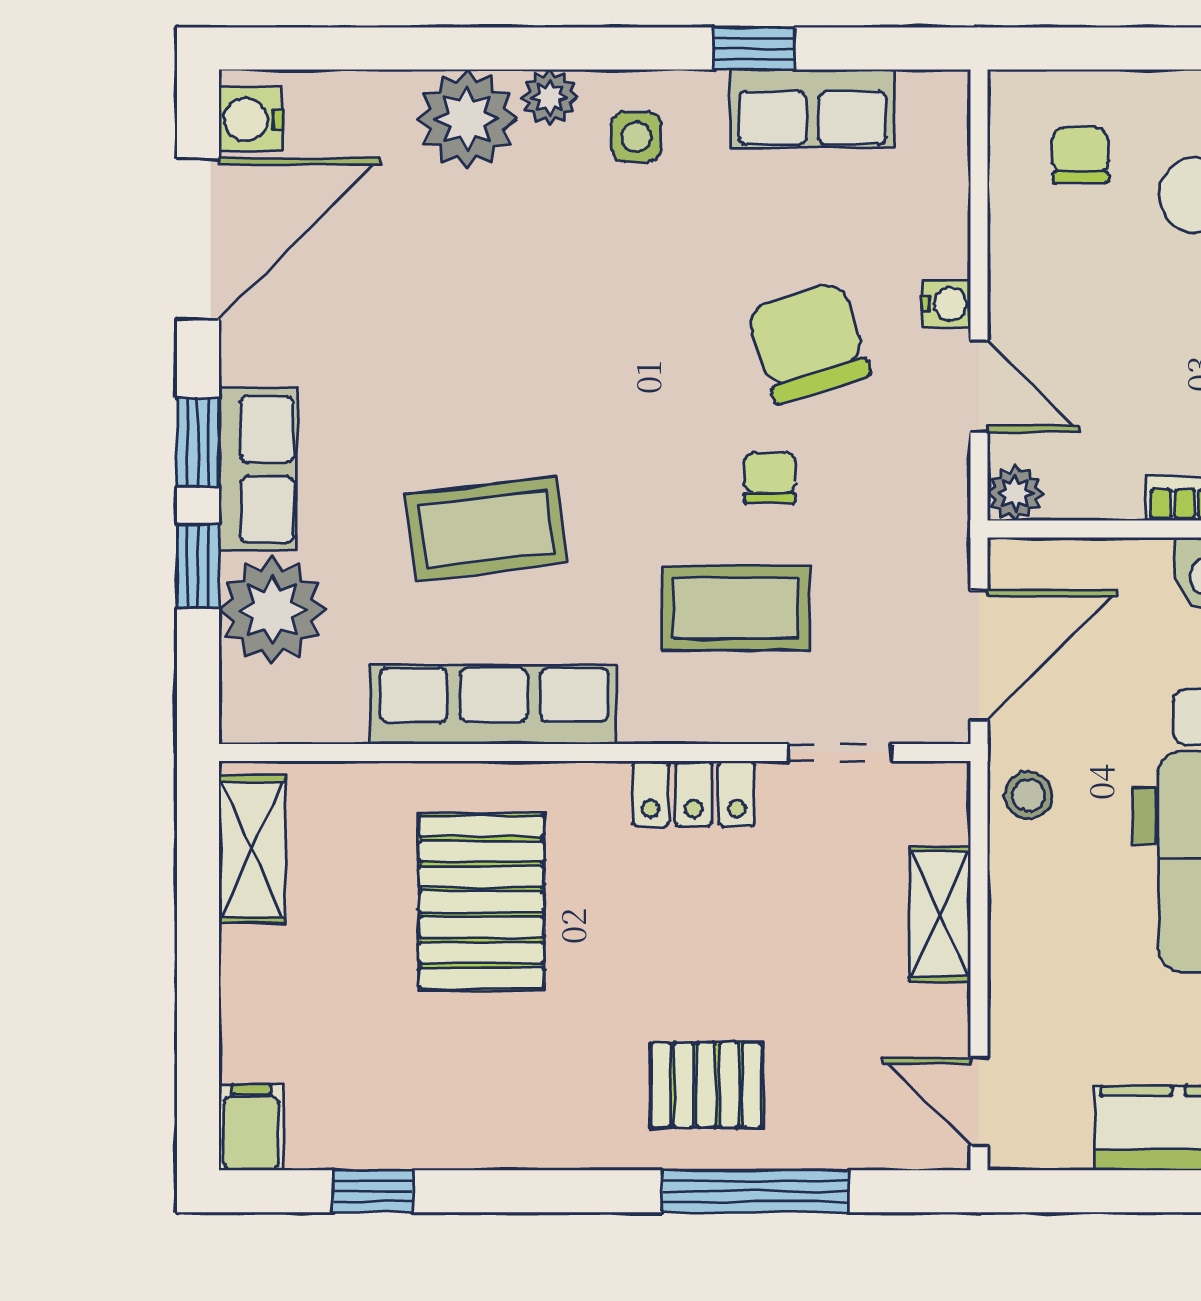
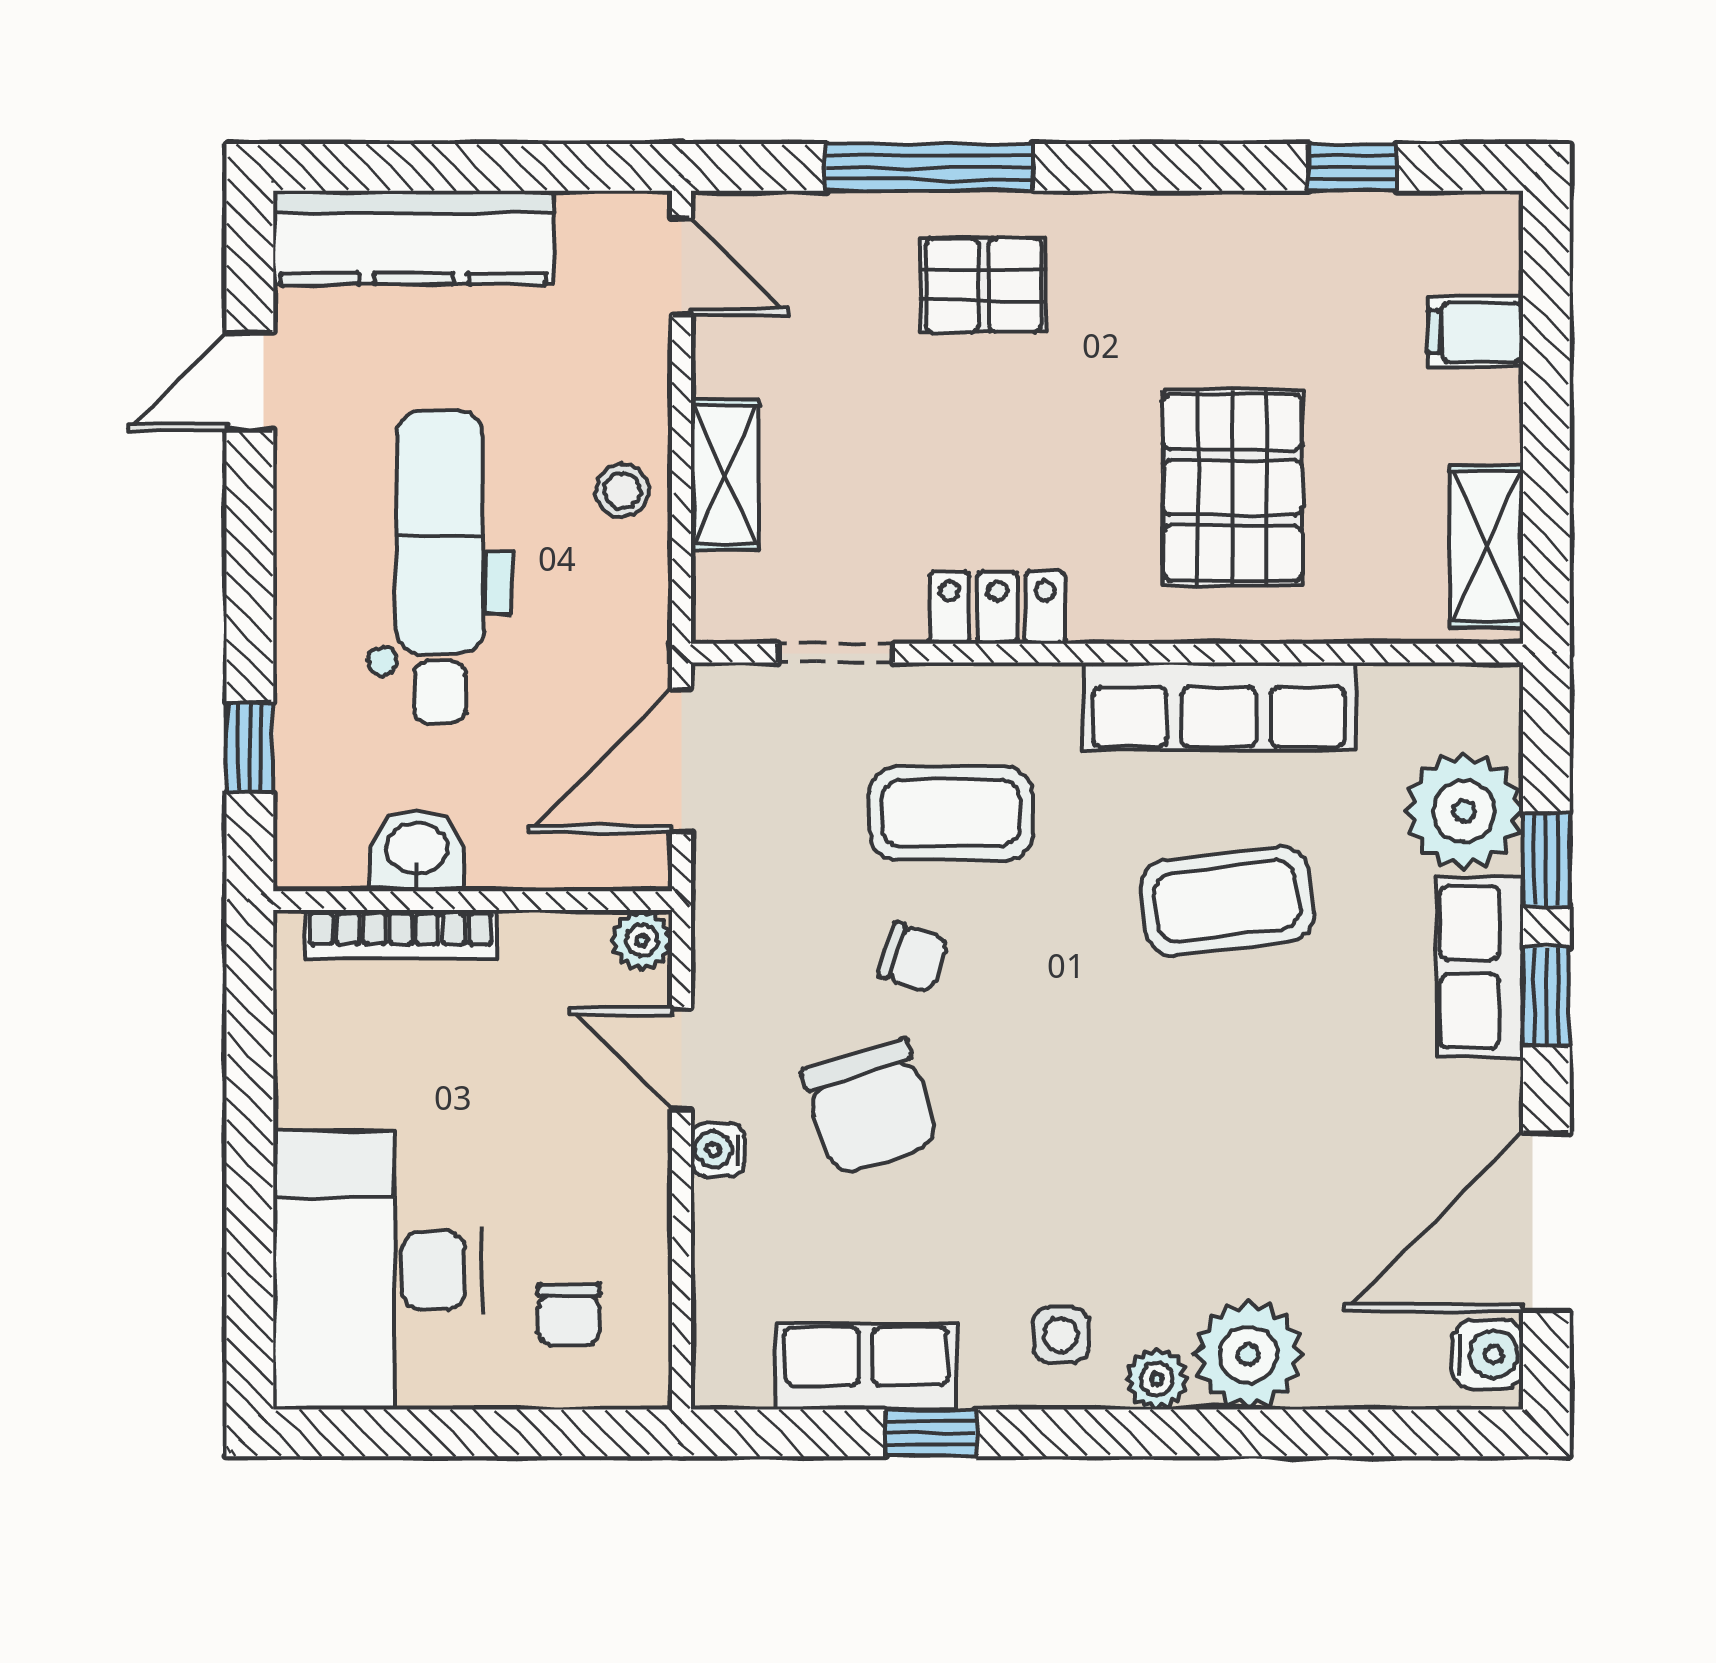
chair: (770, 477) -> (913, 958), turned -71
stool: (1028, 795) -> (622, 491), moved
filing cabinet: (251, 1127) -> (1476, 332), moved, turned 90

